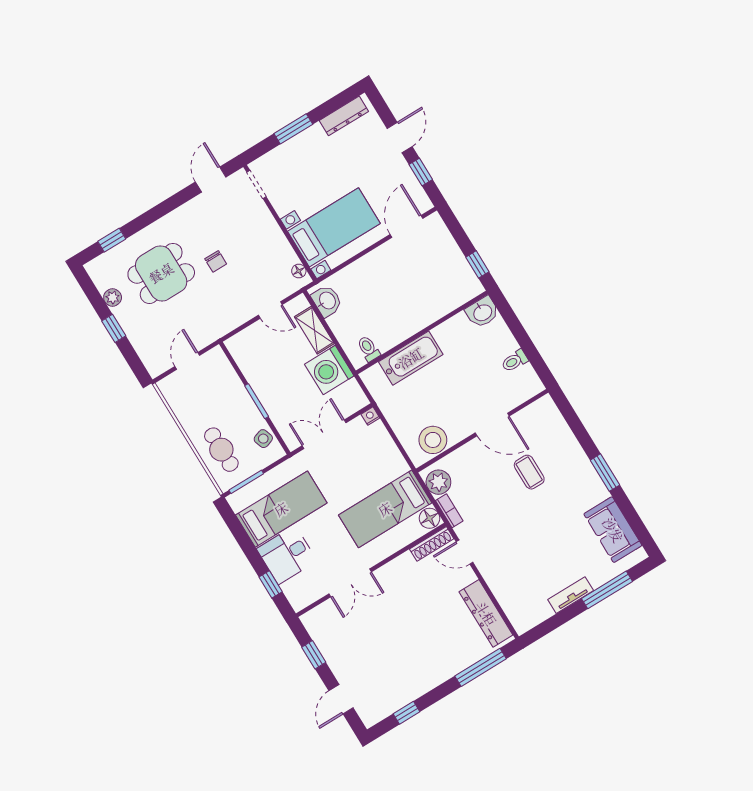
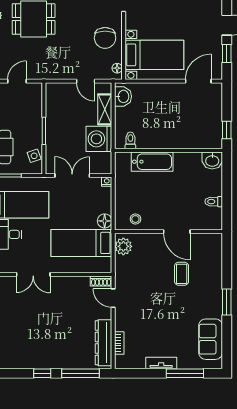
chair: (216, 261) -> (105, 38), moved, width x1.87, depth x1.87
stool: (433, 440) -> (135, 219), width x0.53, depth x0.53
bookcase: (449, 511) -> (119, 343), moved
floor lamp: (429, 518) -> (105, 221), moved
shoe rack: (432, 544) -> (101, 281), width x0.70
window: (407, 713) -> (42, 373), moved

